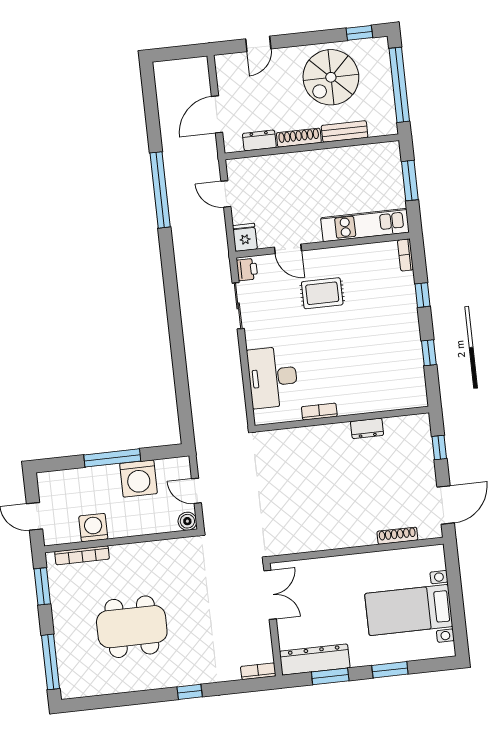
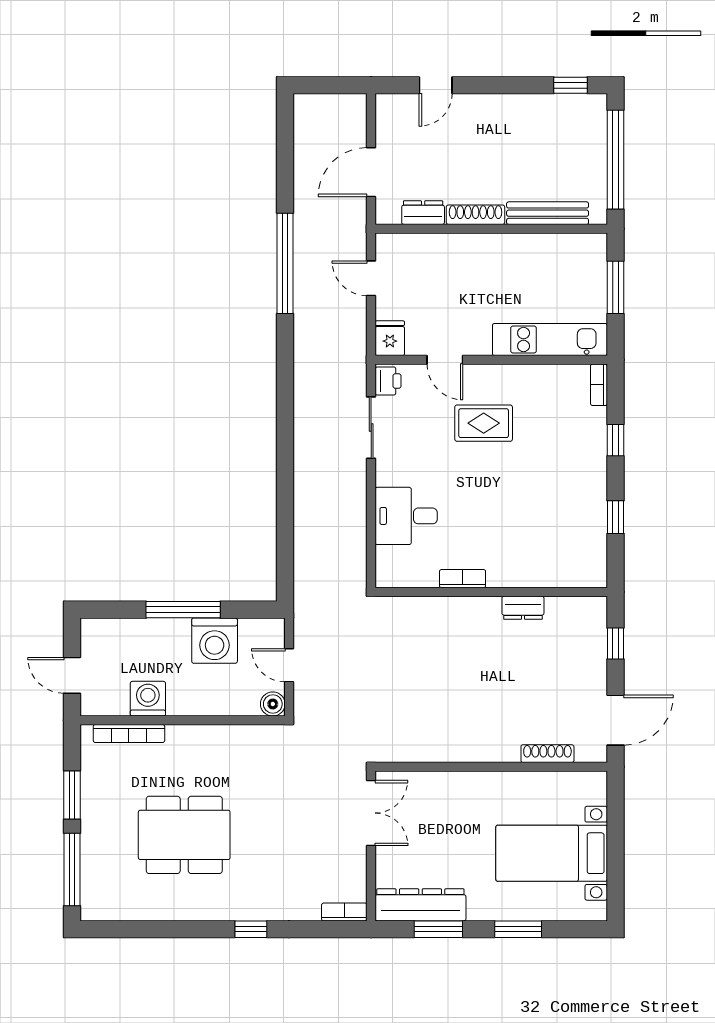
spiral stairs: (331, 77) -> (527, 140), removed
bench: (345, 131) -> (548, 213), width x1.36
desk: (273, 377) -> (406, 516), width x0.73
window: (42, 586) -> (72, 795), moved

